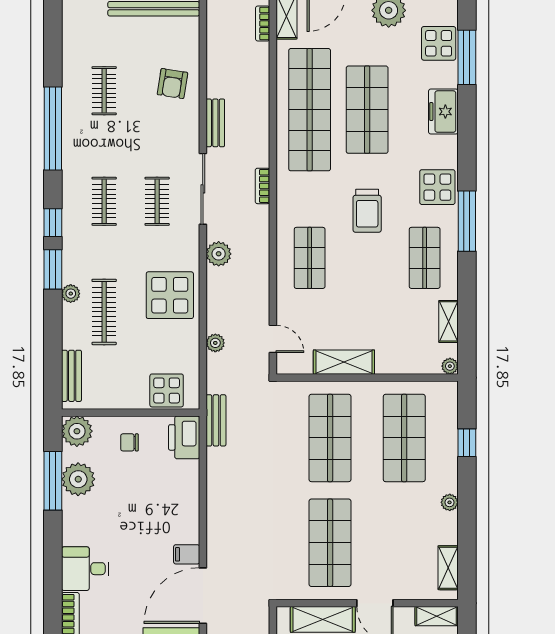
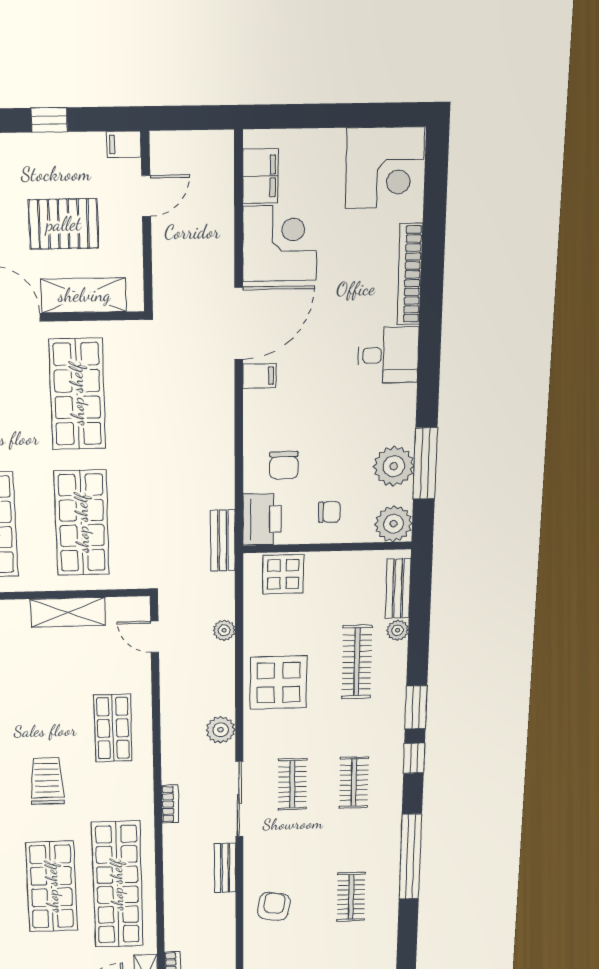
plant: (71, 294) -> (398, 630), moved
chair: (167, 482) -> (284, 465), added

